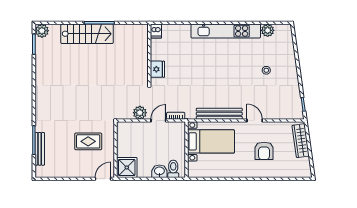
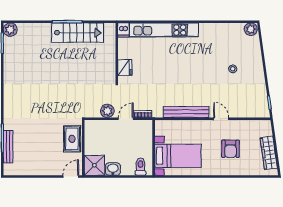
plant: (268, 30) -> (251, 29), moved
kitchen unit: (226, 31) -> (164, 30), moved
stairs: (87, 34) -> (78, 33), moved
rug: (88, 141) -> (72, 139), moved, turned 90
bed with nightstands: (211, 141) -> (178, 156), moved
wardrobe: (301, 141) -> (269, 153), moved
washbasin: (159, 171) -> (113, 169), moved

